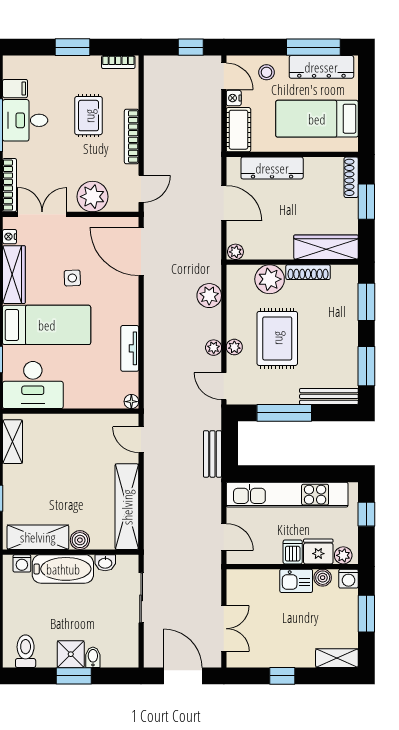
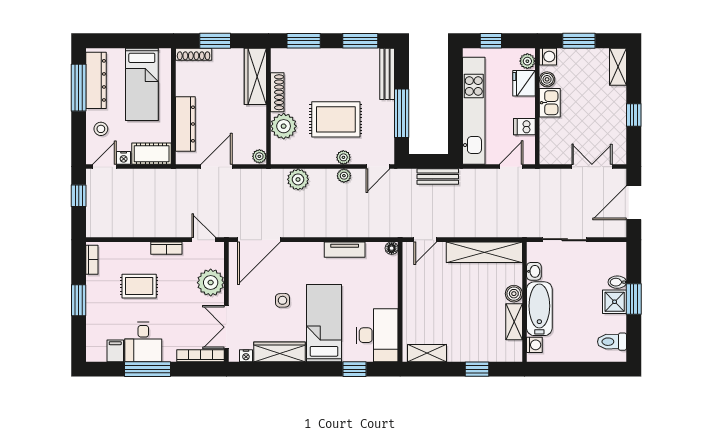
bookcase: (132, 137) -> (166, 248), width x0.64
shelving: (38, 537) -> (514, 322), width x0.67, depth x0.75
dishwasher: (293, 552) -> (524, 127), moved

